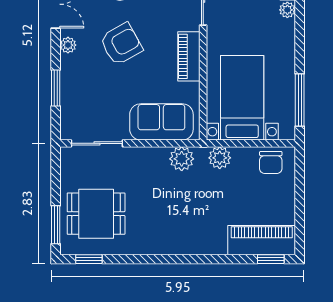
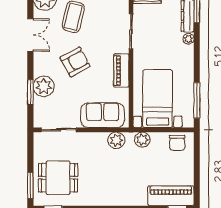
plant: (68, 45) -> (44, 86), moved, width x1.87, depth x1.87

